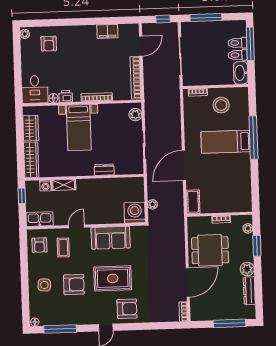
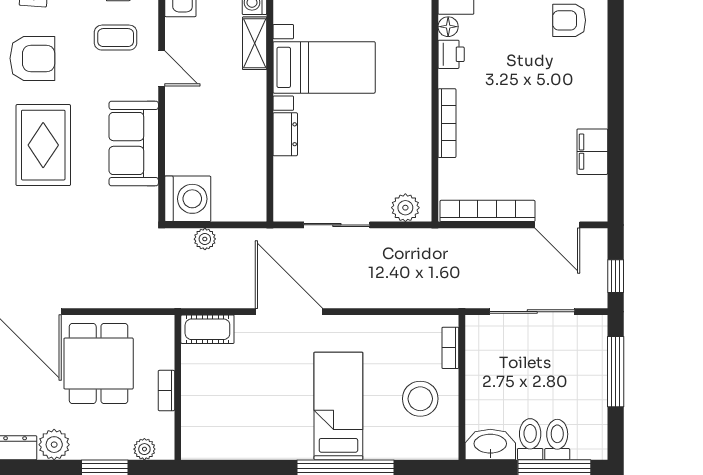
bed with nightstands: (79, 128) -> (324, 67), moved, turned 180
armchair: (74, 285) -> (32, 58), turned -90

